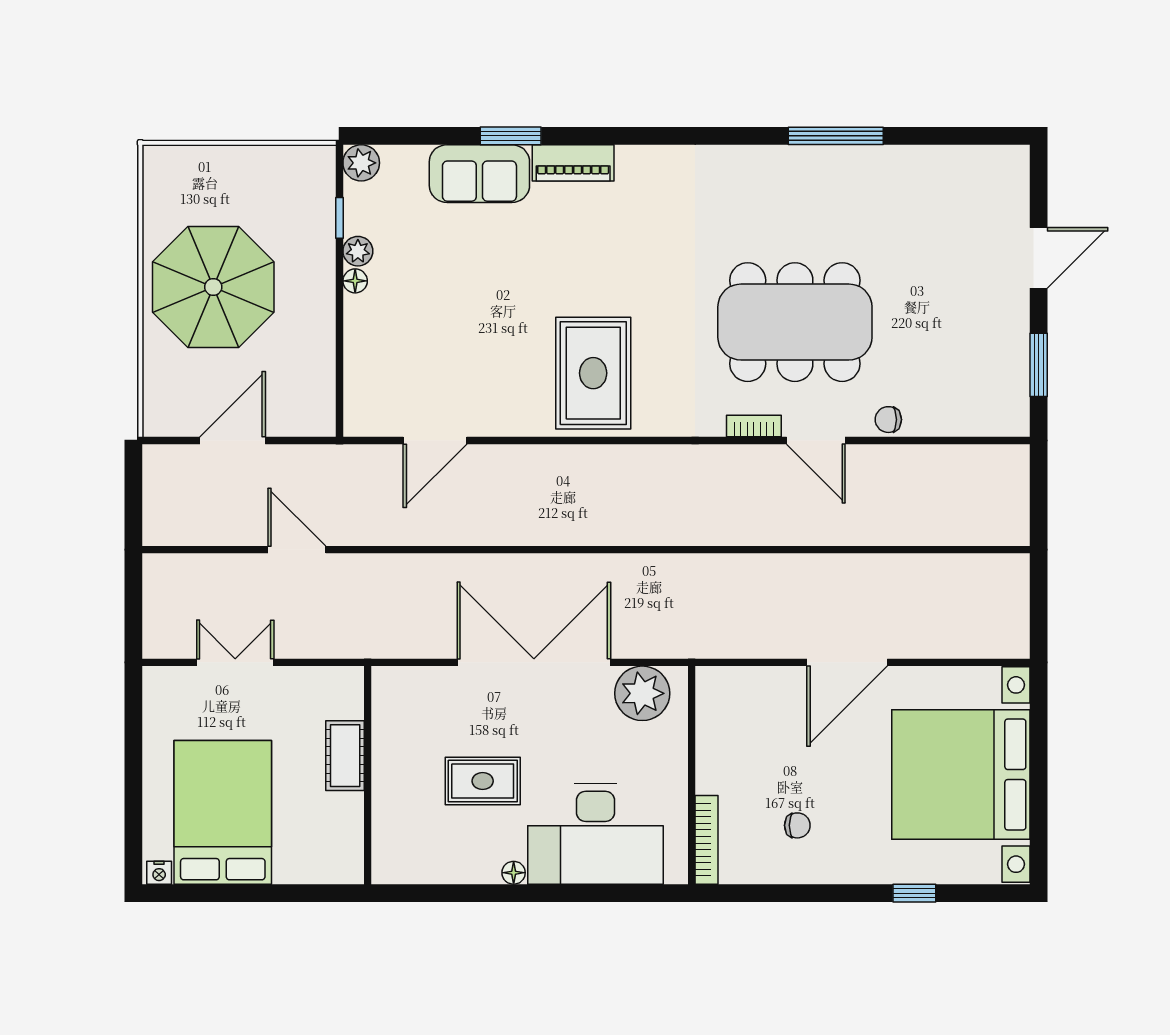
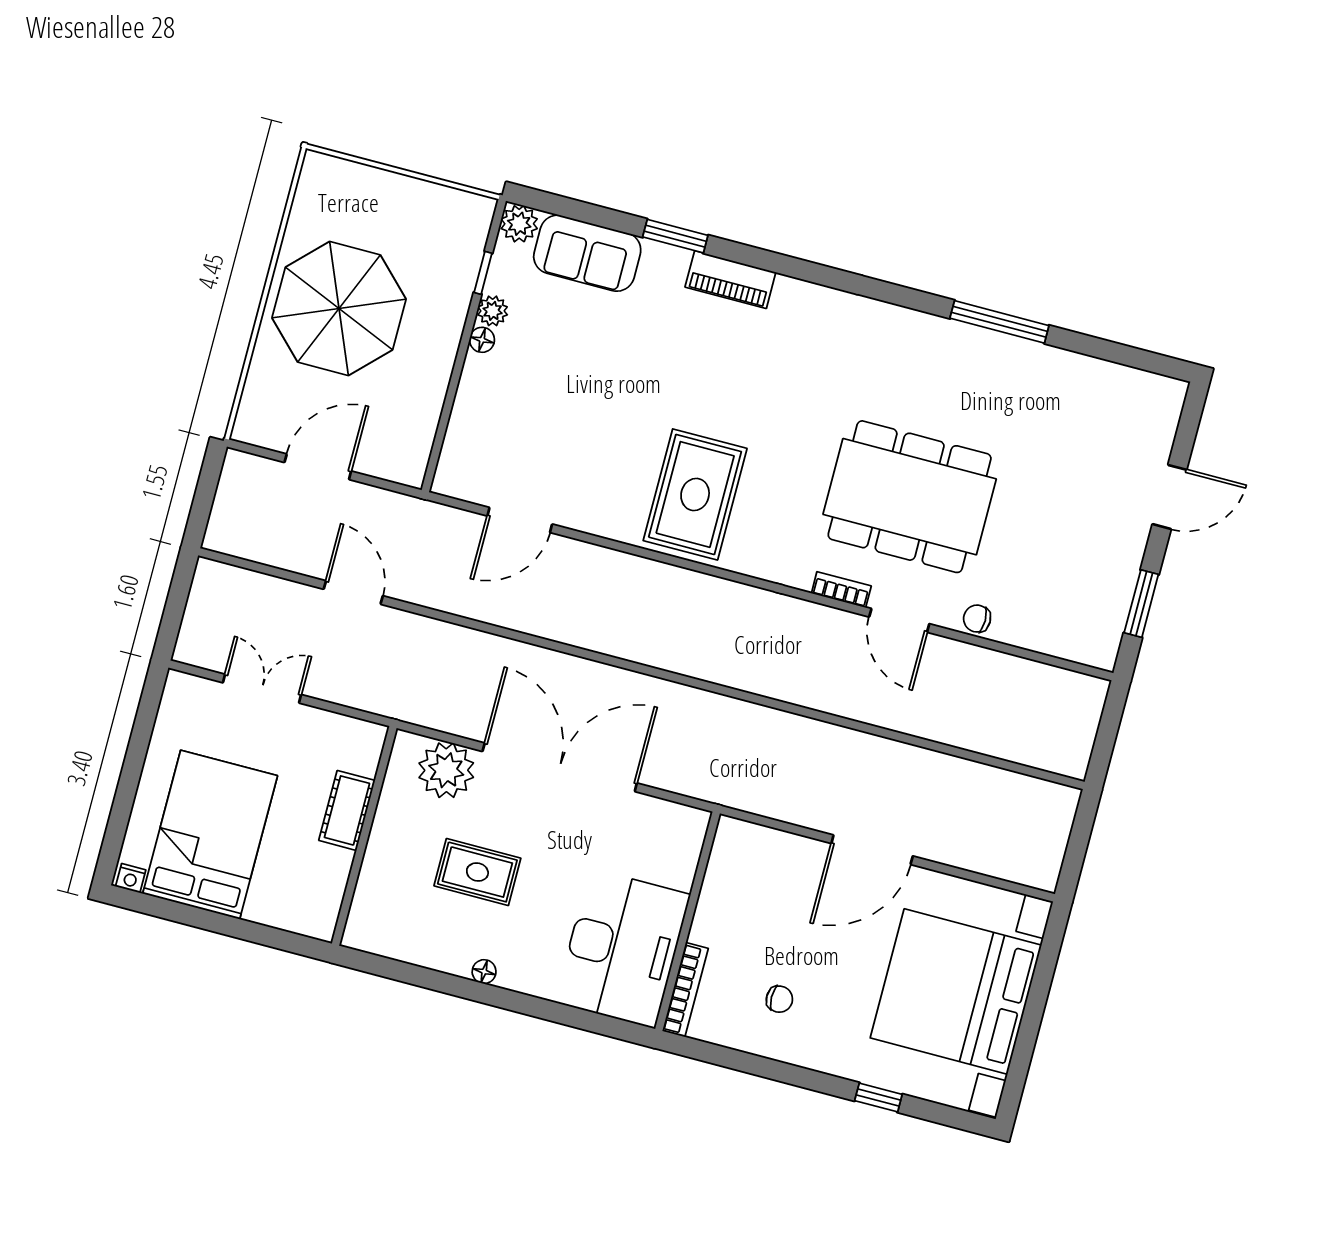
sofa: (479, 174) -> (587, 253), moved
plant: (642, 693) -> (446, 770), moved
desk: (595, 834) -> (622, 948), moved, turned -90

